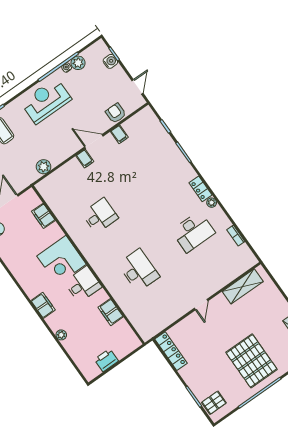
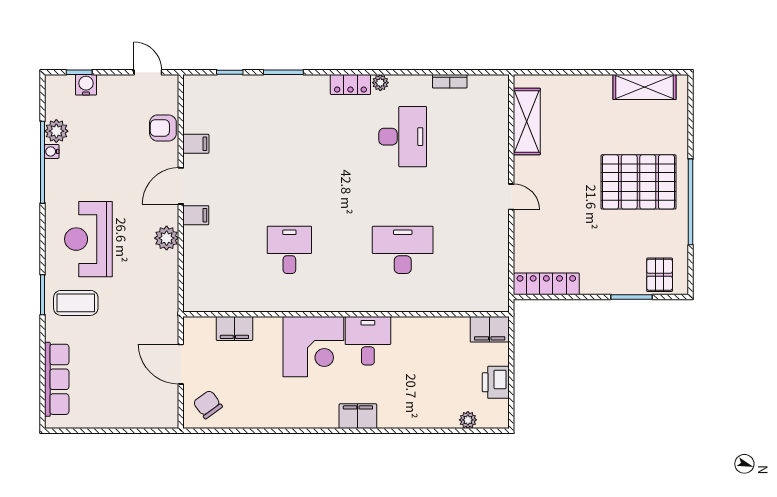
reception desk: (46, 101) -> (88, 239), moved
plant: (44, 167) -> (167, 238), moved
filing cabinet: (111, 312) -> (490, 329), moved
plant: (61, 335) -> (468, 420), moved

